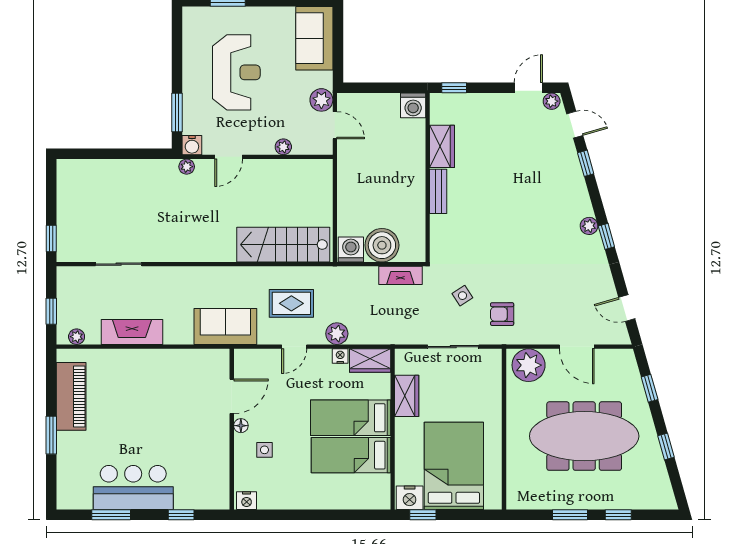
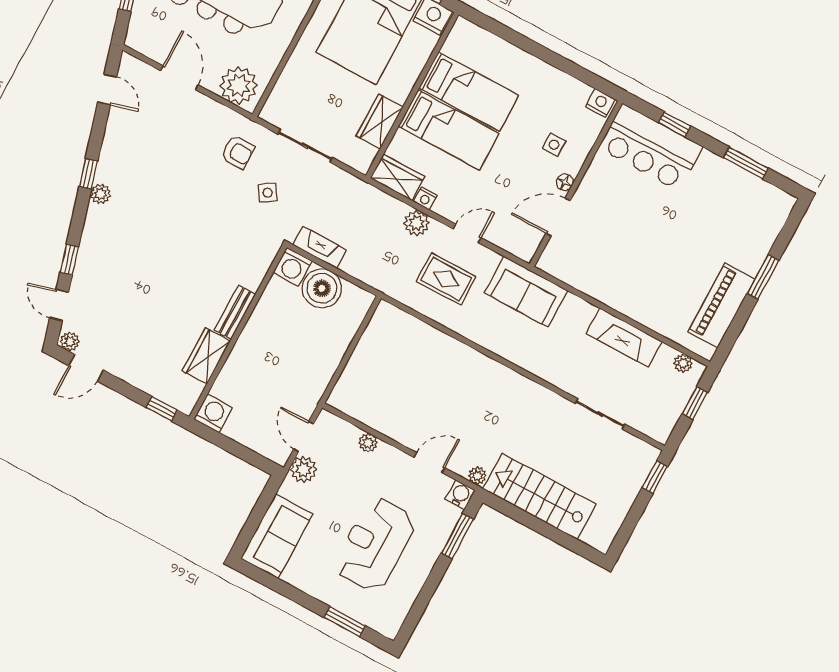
stairs: (283, 245) -> (540, 496), moved, turned 180
washing machine: (351, 250) -> (293, 267), moved
bar counter: (133, 487) -> (651, 147), moved

